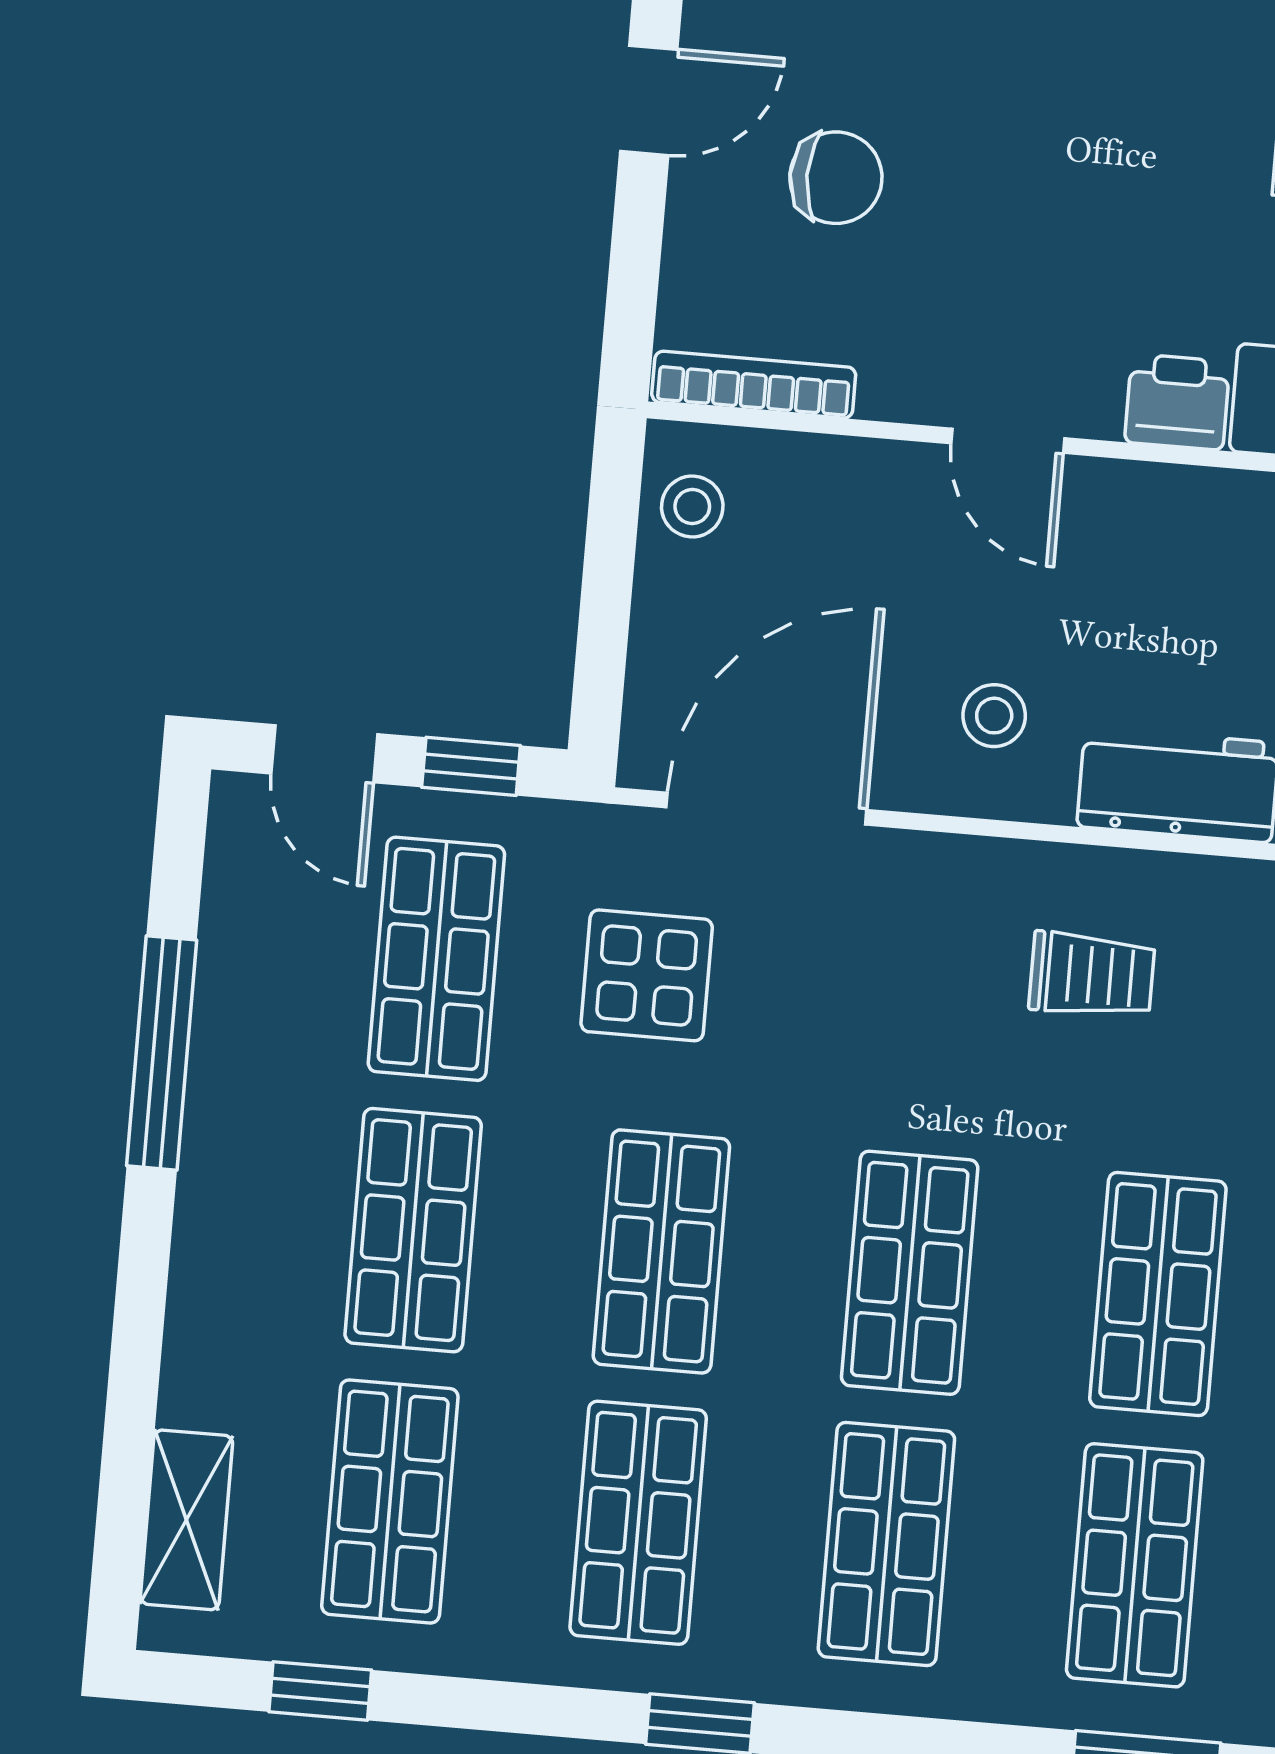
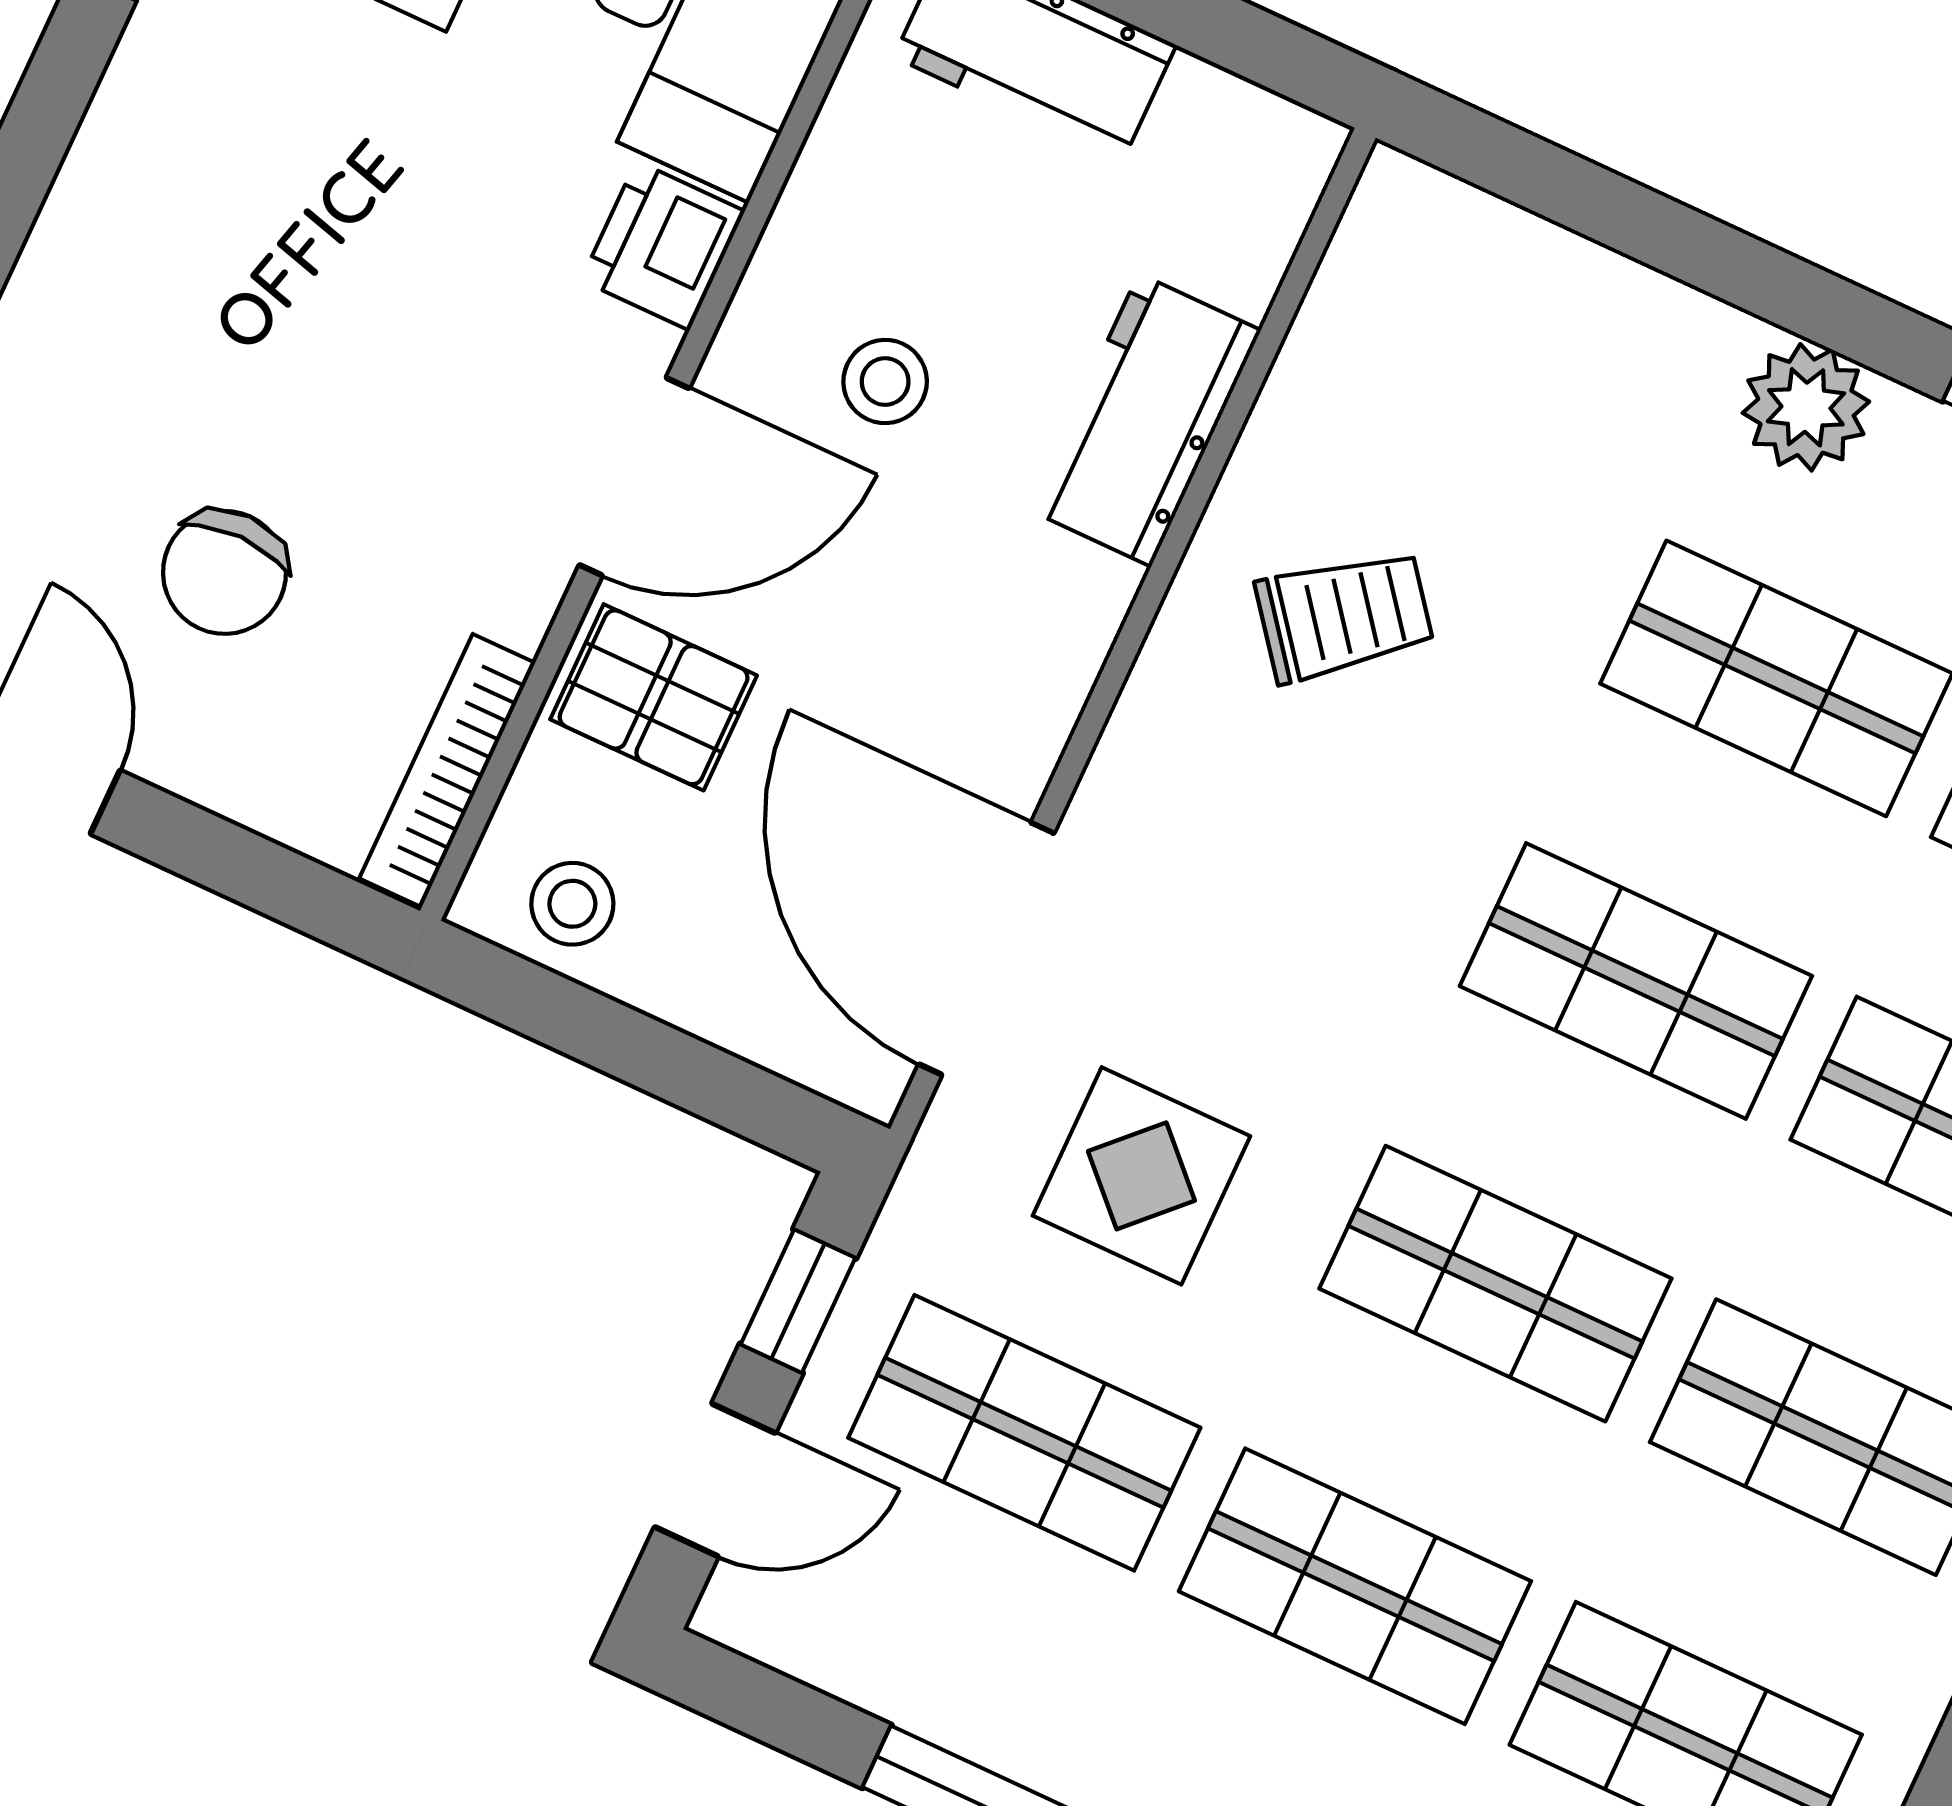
chair: (836, 178) -> (225, 572), turned 180
door: (1008, 441) -> (634, 477), width x1.38
pallet: (858, 511) -> (654, 697), added
stool: (994, 716) -> (885, 382), moved
trolley: (1092, 975) -> (1344, 616), turned 52

